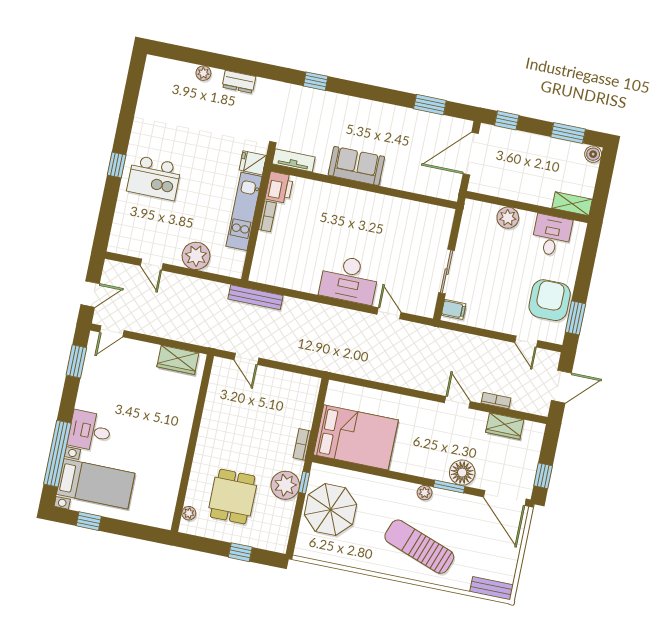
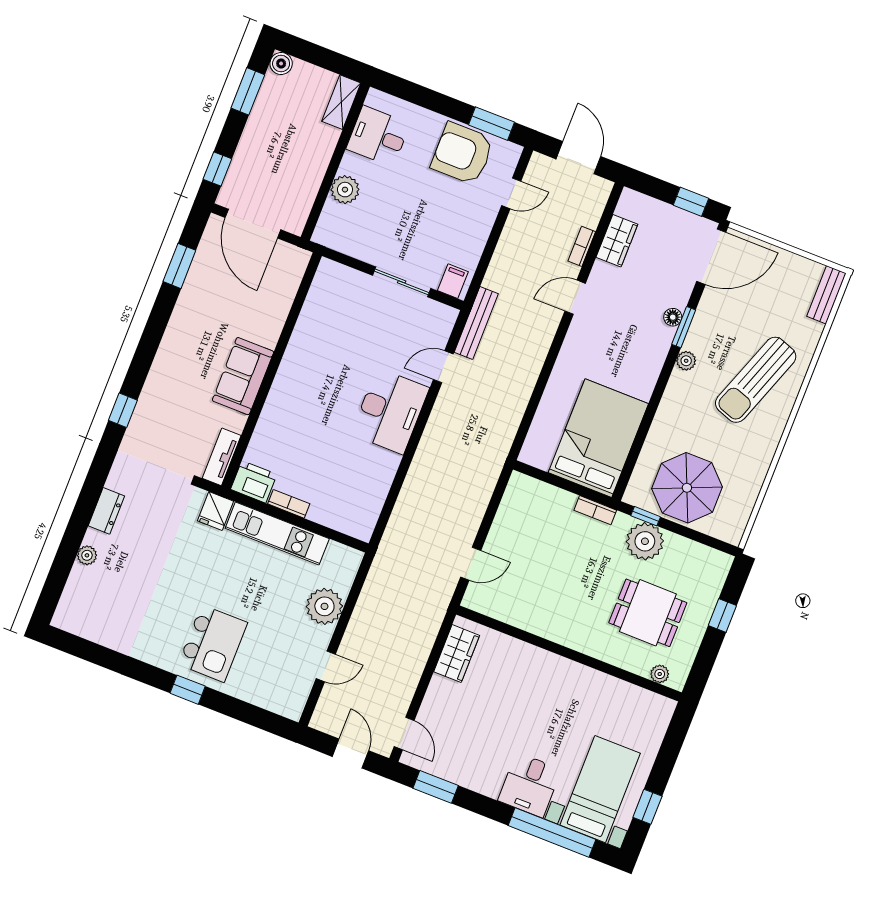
bench: (255, 297) -> (476, 323), moved
floor lamp: (462, 473) -> (673, 317), width x0.53, depth x0.53

